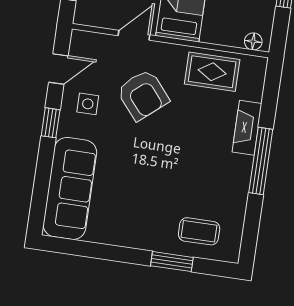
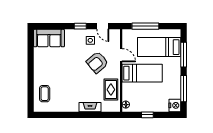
window: (261, 161) -> (77, 115), removed
sofa: (70, 188) -> (49, 38), width x0.73
window: (172, 262) -> (31, 84), removed

